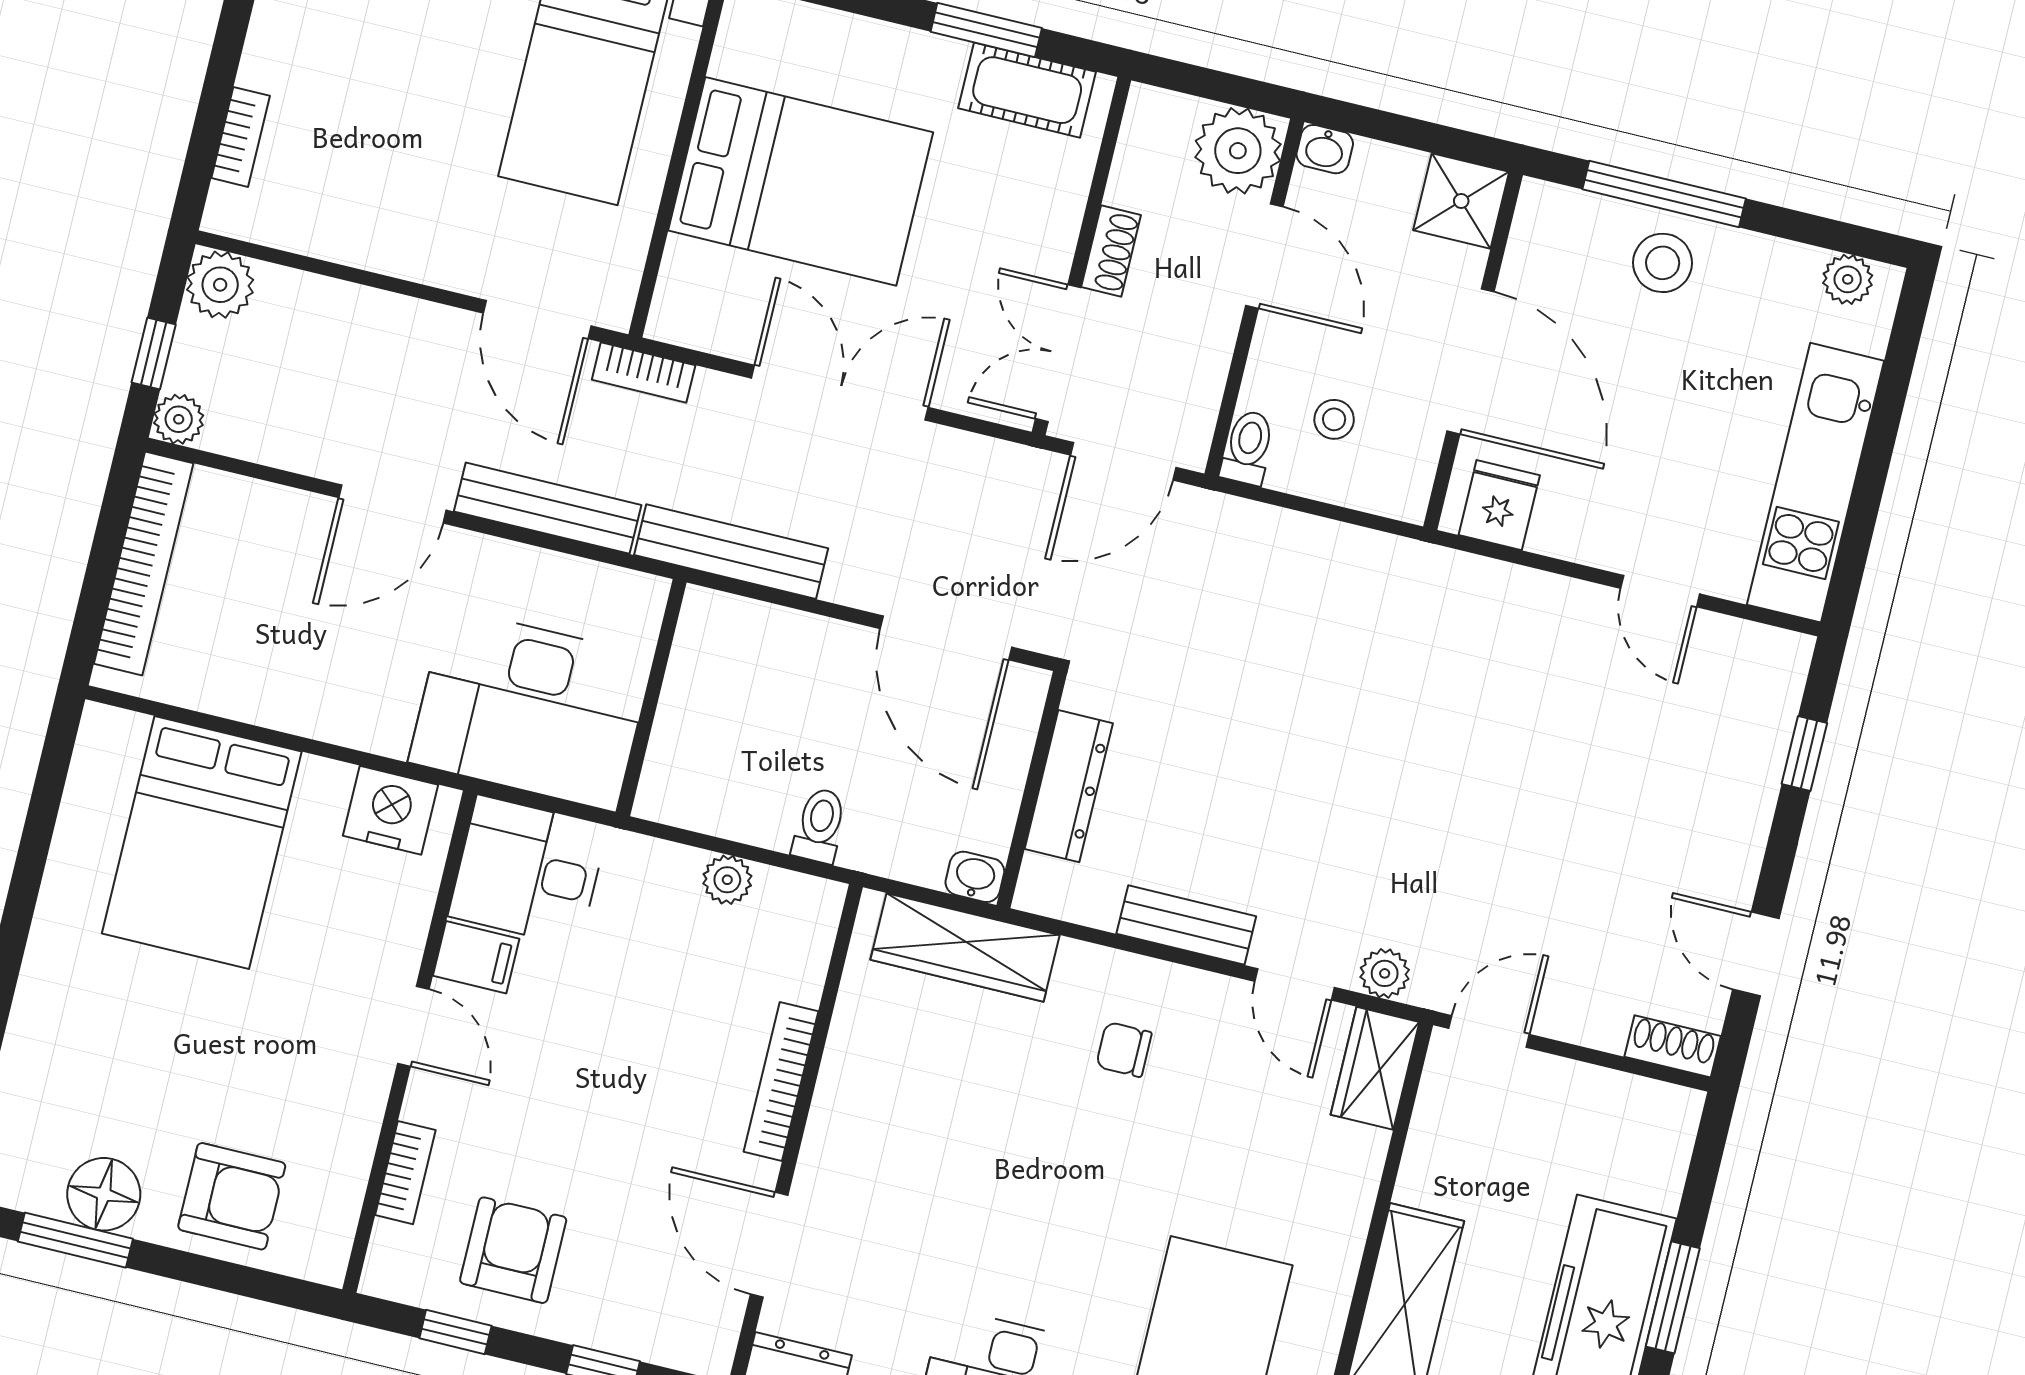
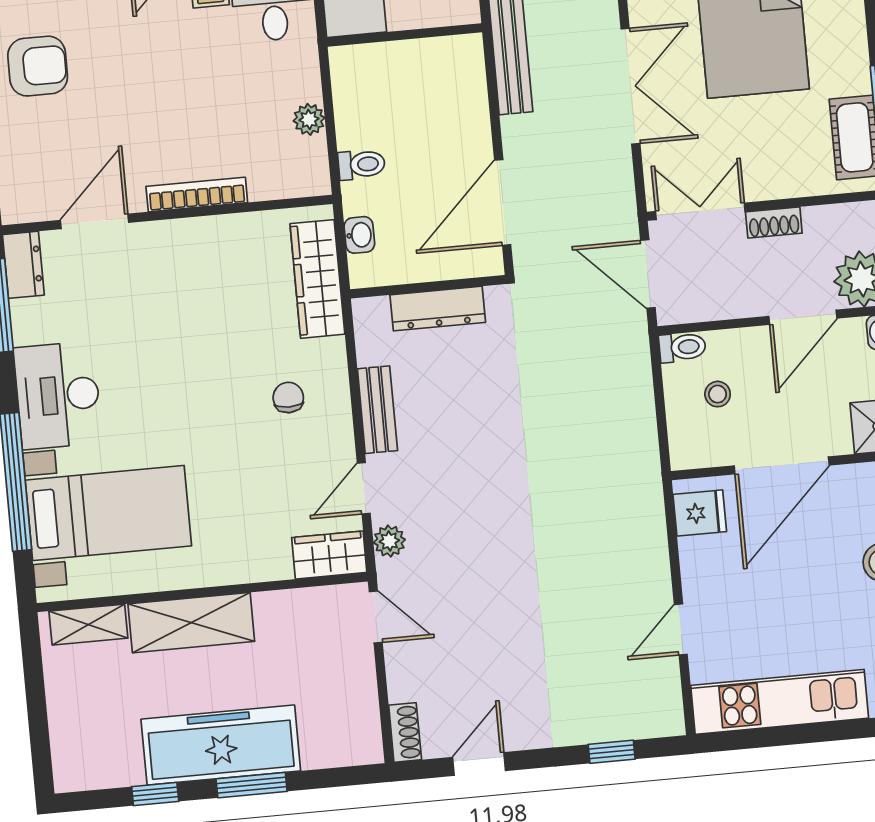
washbasin: (975, 877) -> (359, 235), moved

